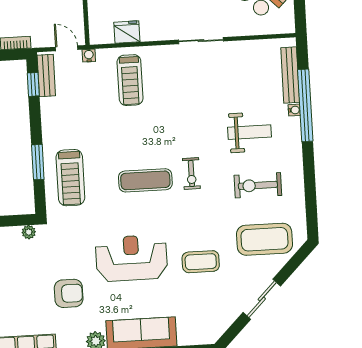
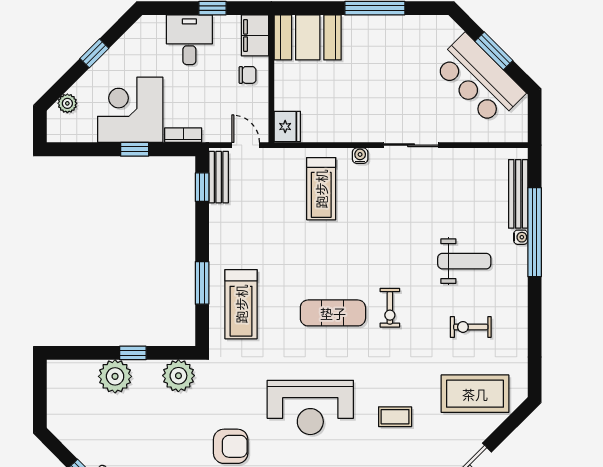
fridge: (127, 32) -> (287, 127), moved, turned 90
water cooler: (89, 56) -> (360, 156), moved
exercise bike: (258, 185) -> (471, 327), width x0.73, depth x0.72
plant: (29, 232) -> (178, 376), width x1.88, depth x1.88
reception desk: (131, 258) -> (310, 407), turned 180
coffee table: (201, 262) -> (395, 417), width x0.73, depth x0.77

